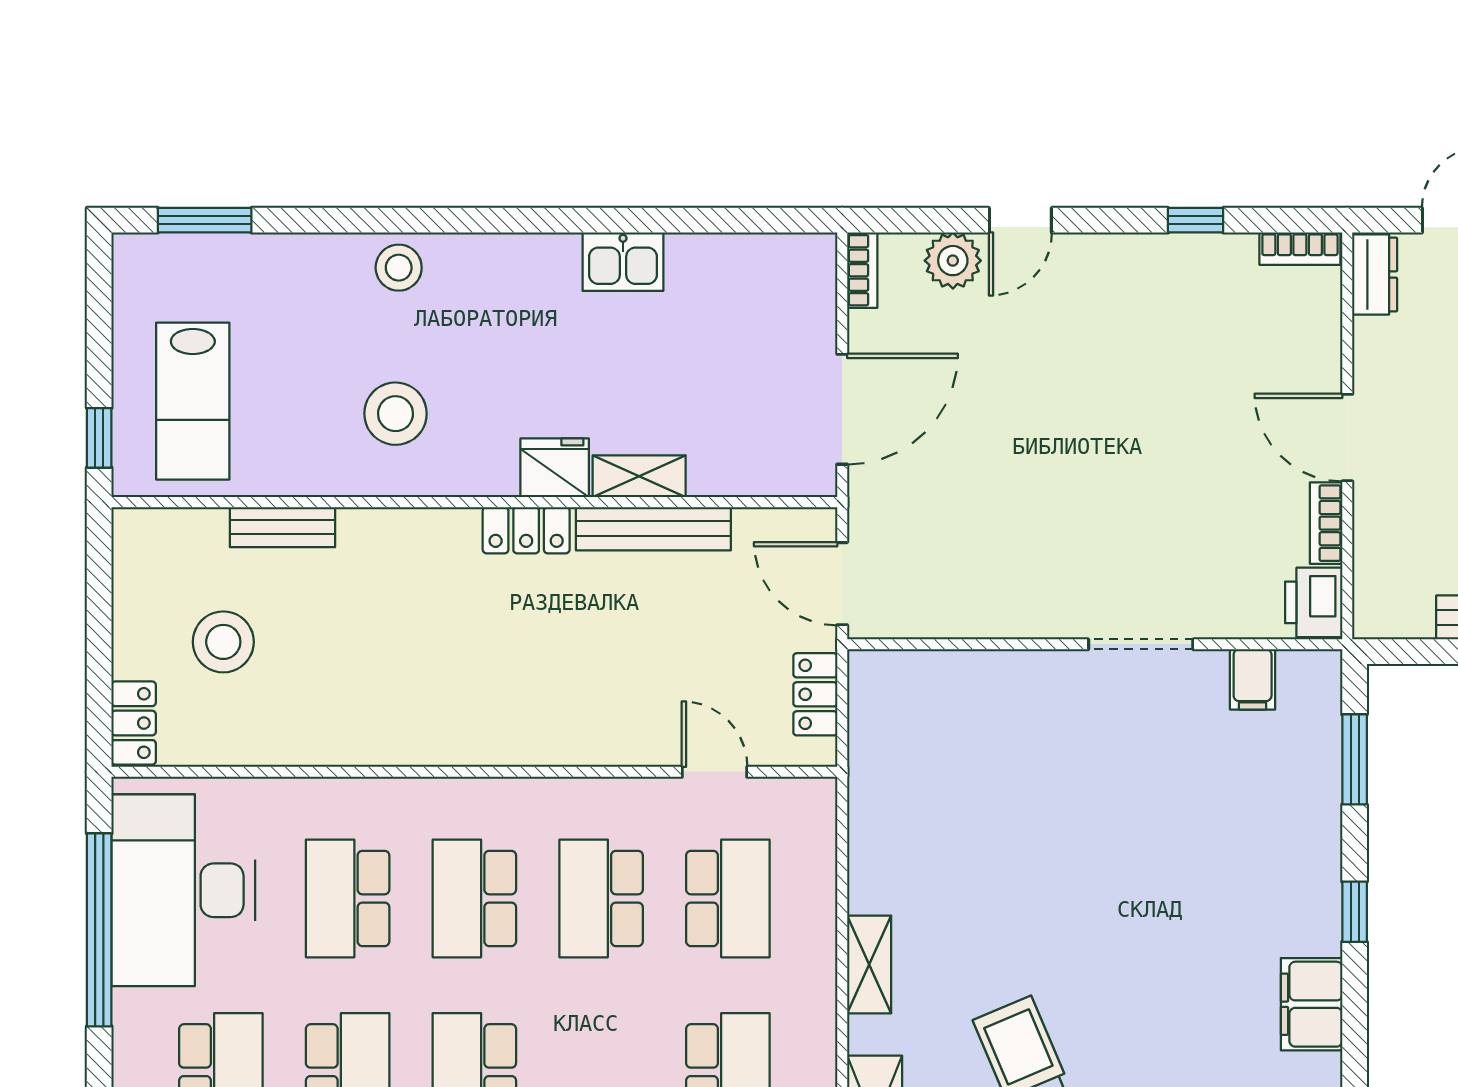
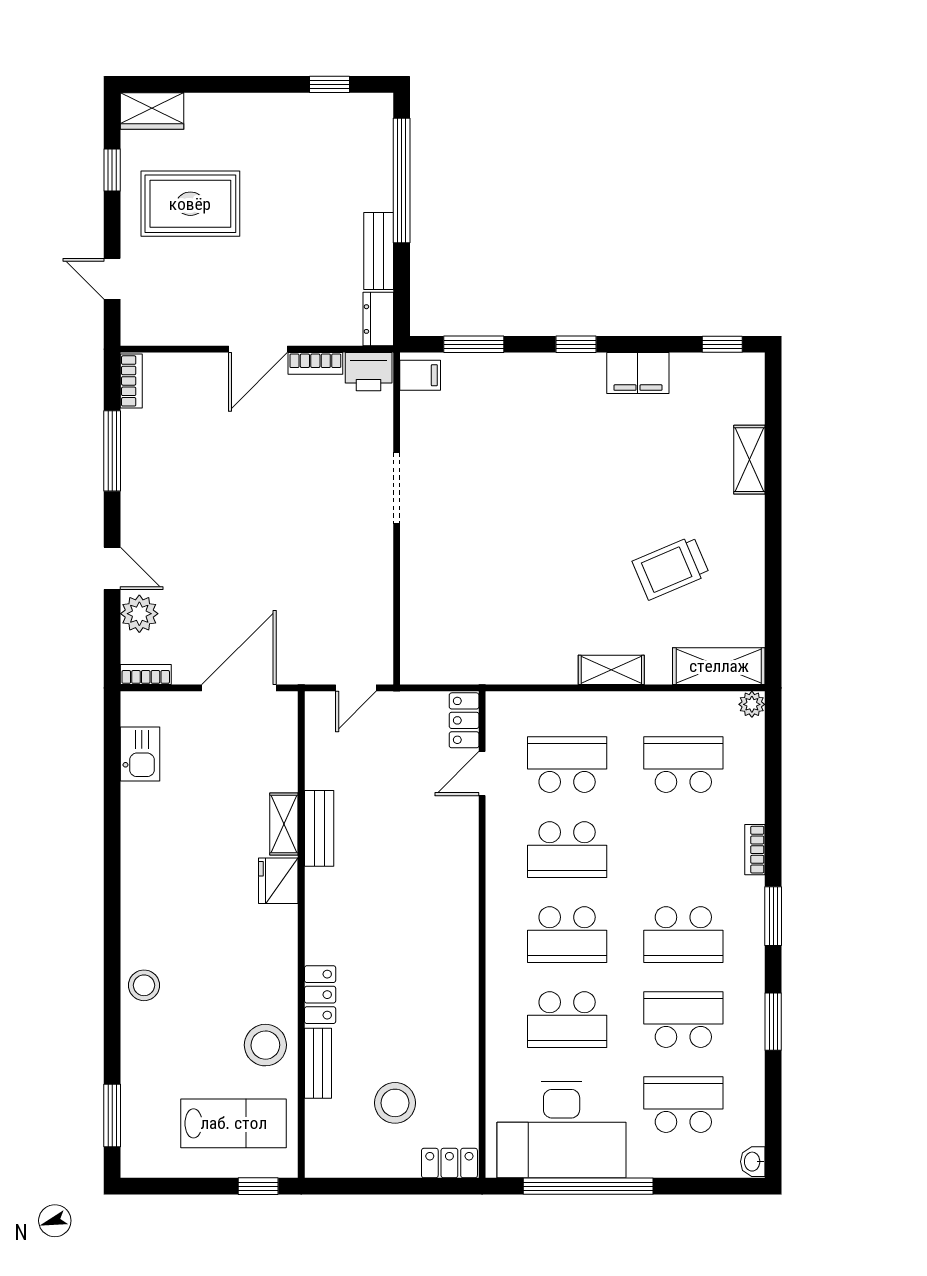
window: (1196, 220) -> (112, 451), width x2.17
kitchen sink: (623, 262) -> (140, 754), moved
dresser: (1375, 274) -> (378, 319), moved, turned -90
door: (842, 409) -> (239, 688), hinge flipped
stool: (395, 414) -> (265, 1045), moved
bench: (653, 529) -> (319, 828), width x0.73
locker: (526, 530) -> (320, 995), moved
door: (842, 584) -> (356, 688), width x0.73
filing cabinet: (1253, 679) -> (420, 375), moved
locker: (815, 694) -> (464, 720), moved, turned 90

